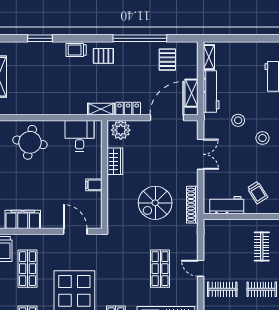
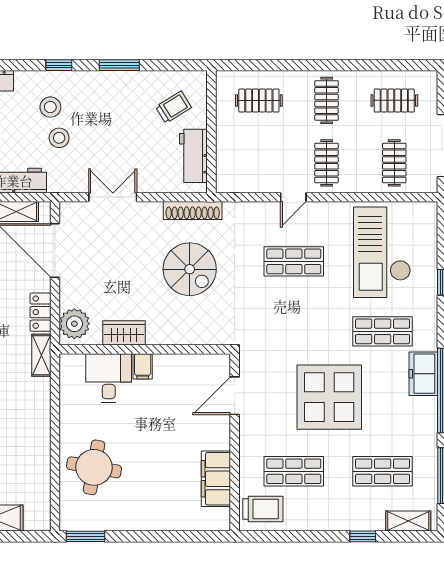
desk: (80, 136) -> (109, 378), moved, turned 90
stool: (262, 138) -> (50, 107), moved
filing cabinet: (94, 185) -> (143, 366), moved

